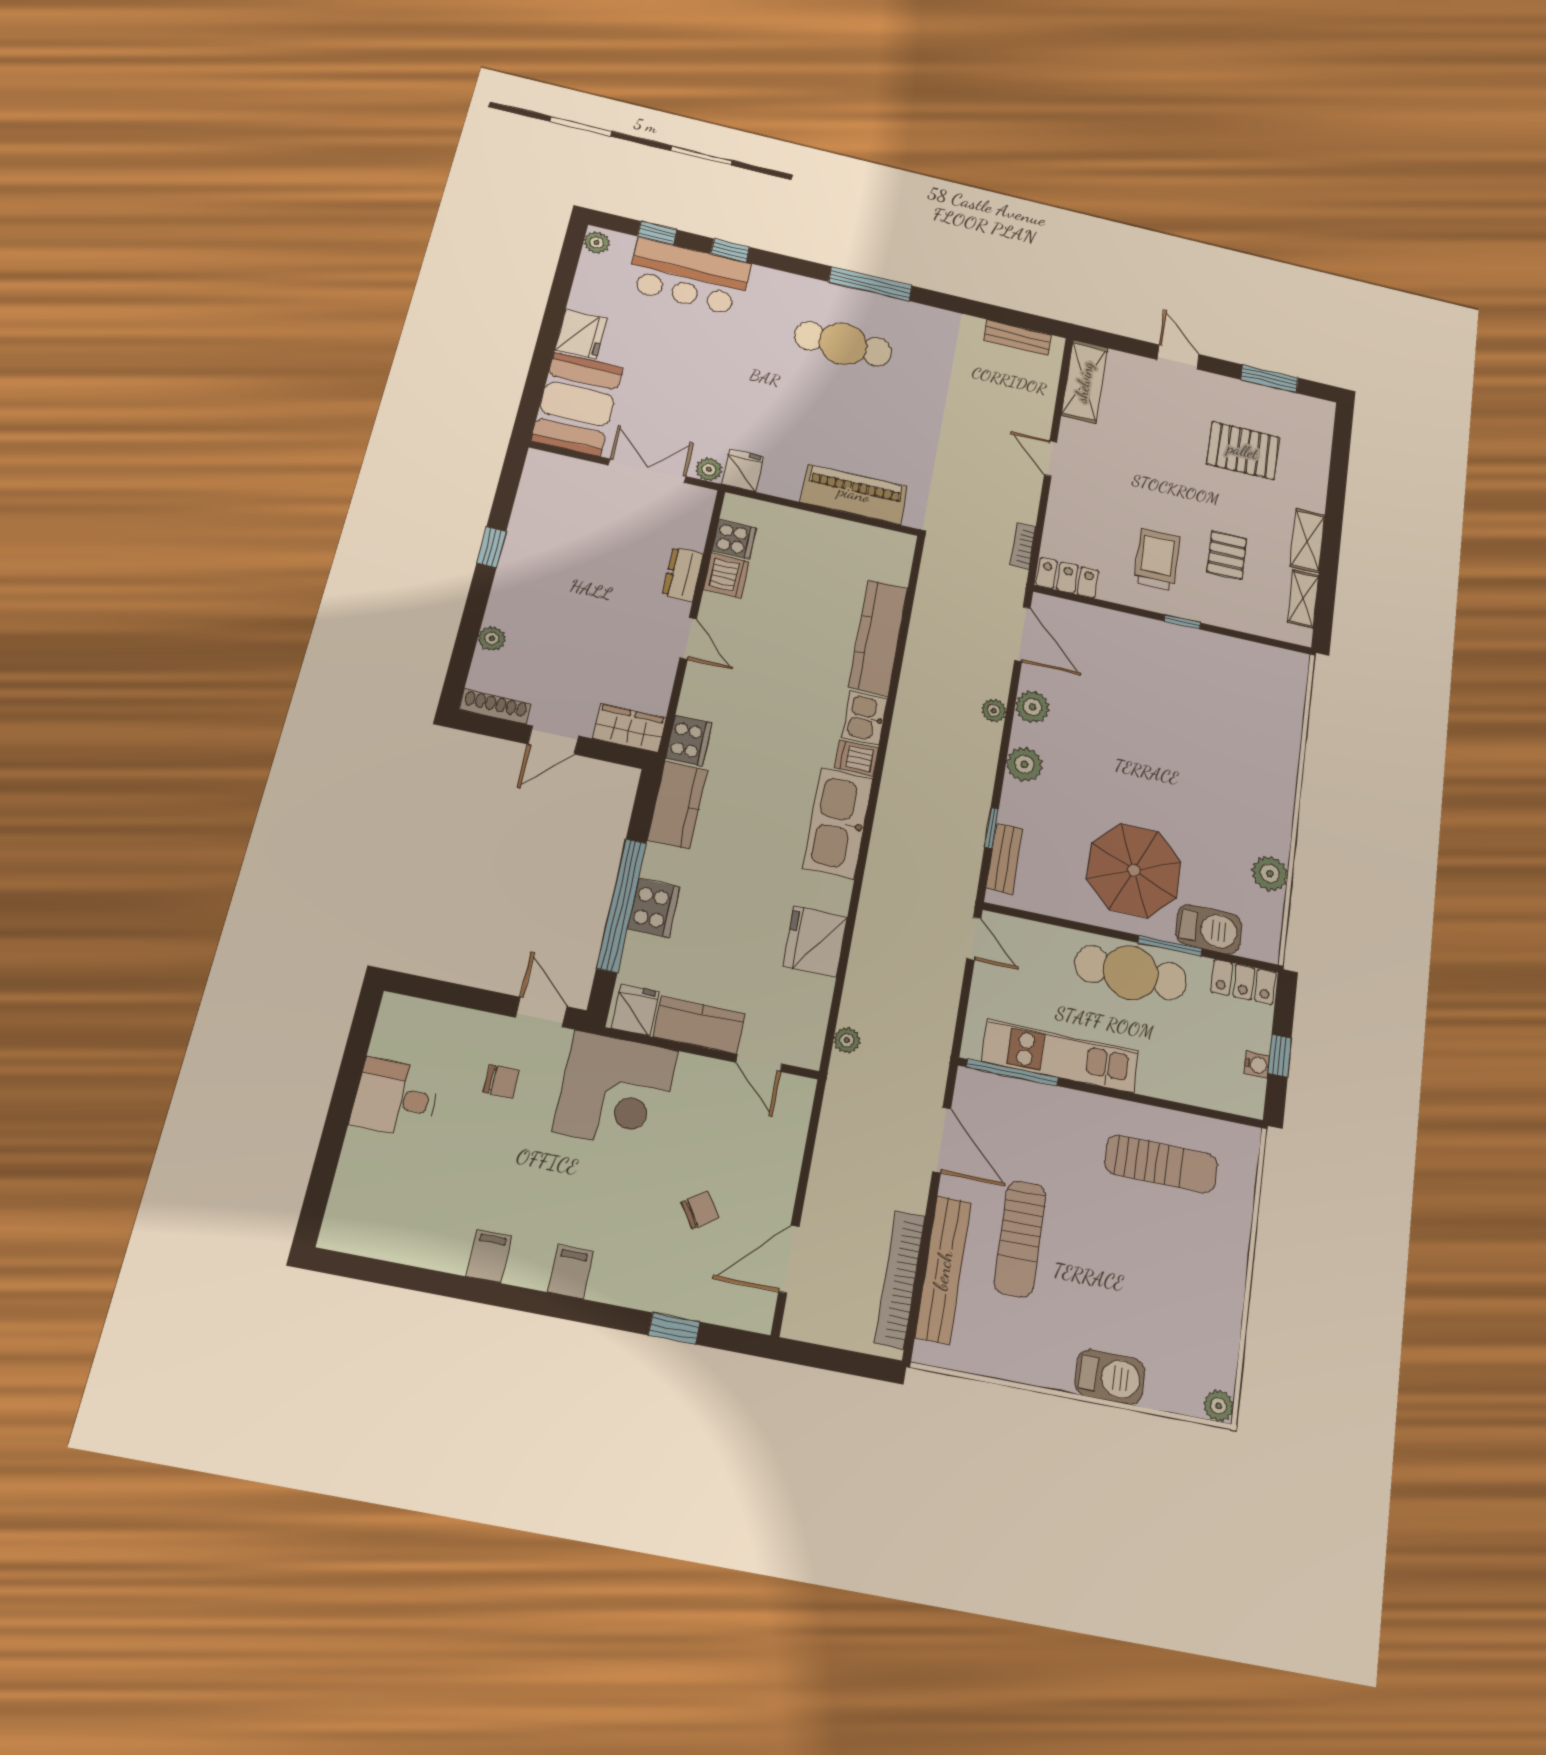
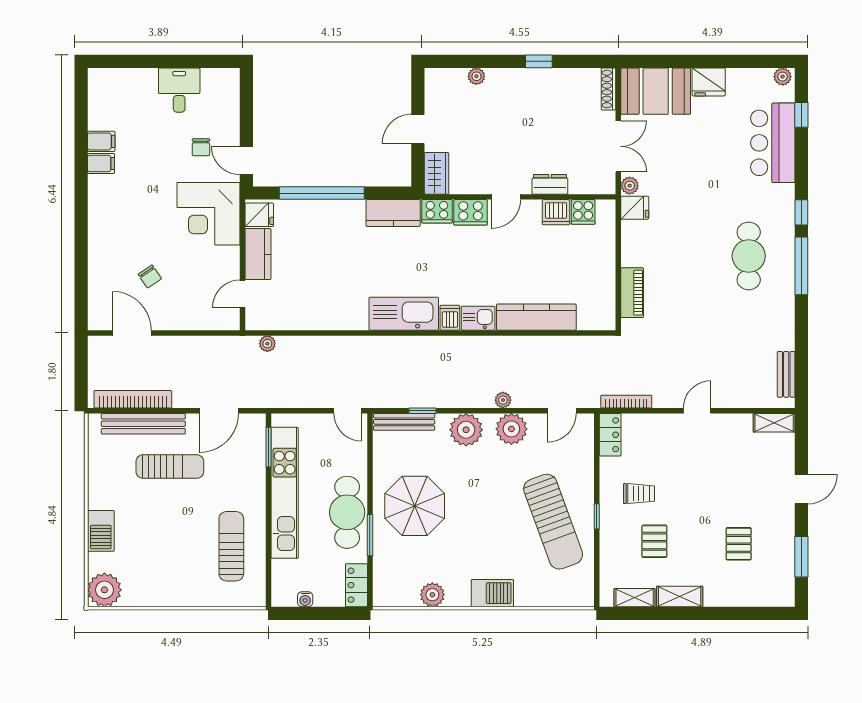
window: (730, 250) -> (801, 212), moved
shelving: (1084, 382) -> (774, 423), width x0.67, depth x0.75
pallet: (1243, 451) -> (739, 544), width x0.67, depth x0.71
piano: (854, 494) -> (632, 293), width x0.73, depth x0.75
bookcase: (1023, 546) -> (626, 402), width x1.56
pallet: (1227, 555) -> (654, 541), turned 90
trolley: (1157, 559) -> (639, 494), width x0.73, depth x0.72
door: (1022, 634) -> (562, 411), width x0.73
sun lounger: (1182, 682) -> (553, 522), added
shoe rack: (495, 707) -> (609, 89), moved, turned 180
plant: (1032, 707) -> (511, 429), width x1.36, depth x1.36
door: (553, 740) -> (418, 129), hinge flipped
plant: (1024, 764) -> (466, 430), width x1.36, depth x1.36
bench: (1004, 858) -> (404, 422), width x1.36
cooker: (654, 908) -> (471, 212), moved
barbecue: (1209, 929) -> (492, 593), moved, turned -90
door: (974, 939) -> (348, 411), hinge flipped
fridge: (815, 941) -> (325, 314), removed
door: (541, 1012) -> (246, 160), swing flipped
kitchen unit: (1060, 1056) -> (285, 493), width x1.36
window: (1280, 1056) -> (314, 613), removed
window: (1012, 1073) -> (268, 447), width x0.69
sun lounger: (1161, 1164) -> (231, 546), turned 180
sun lounger: (1020, 1239) -> (170, 467), turned 180
filing cabinet: (571, 1272) -> (101, 141), moved
window: (674, 1328) -> (81, 275), removed
plant: (1219, 1406) -> (104, 590), width x1.87, depth x1.87

